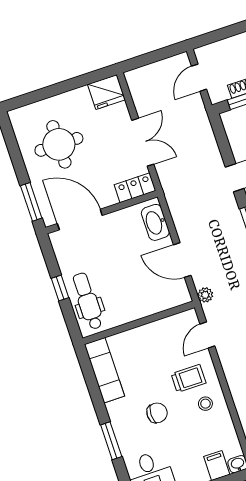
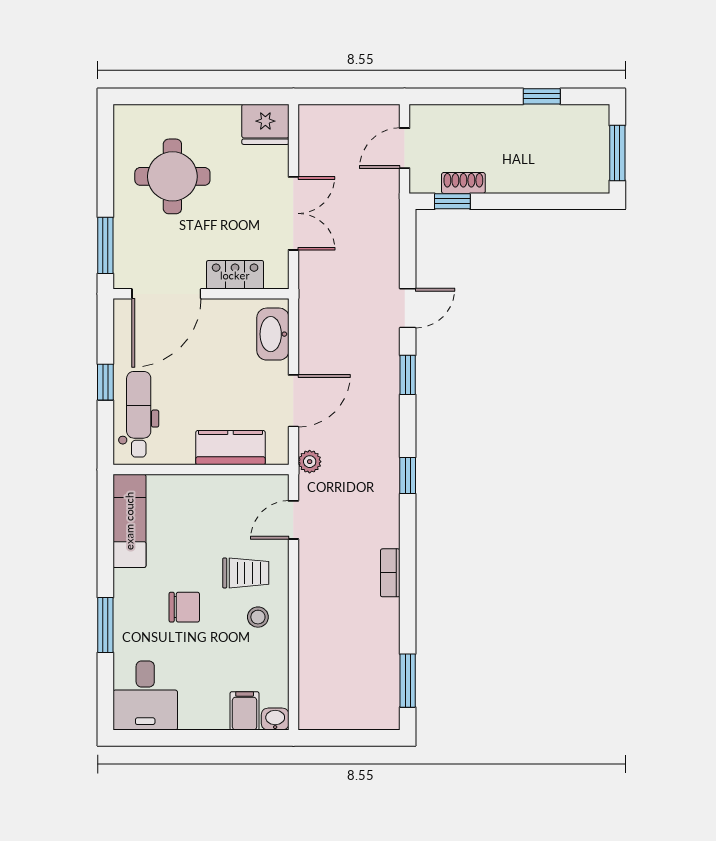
locker: (135, 188) -> (235, 275), moved
door: (80, 219) -> (166, 294), swing flipped
door: (182, 260) -> (293, 401), swing flipped
kitchen counter: (153, 303) -> (231, 448), added

